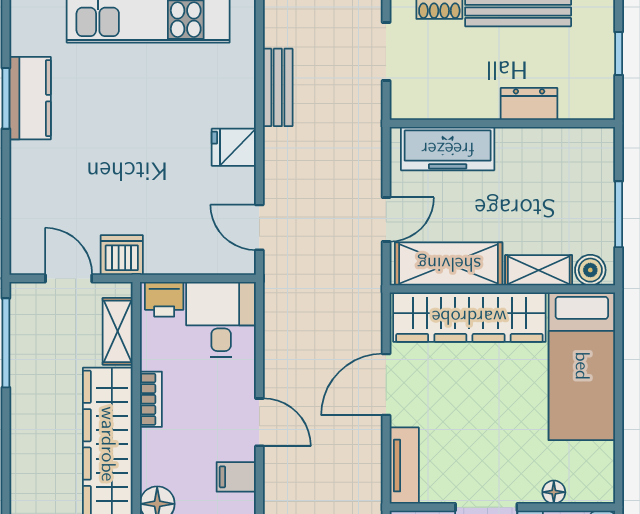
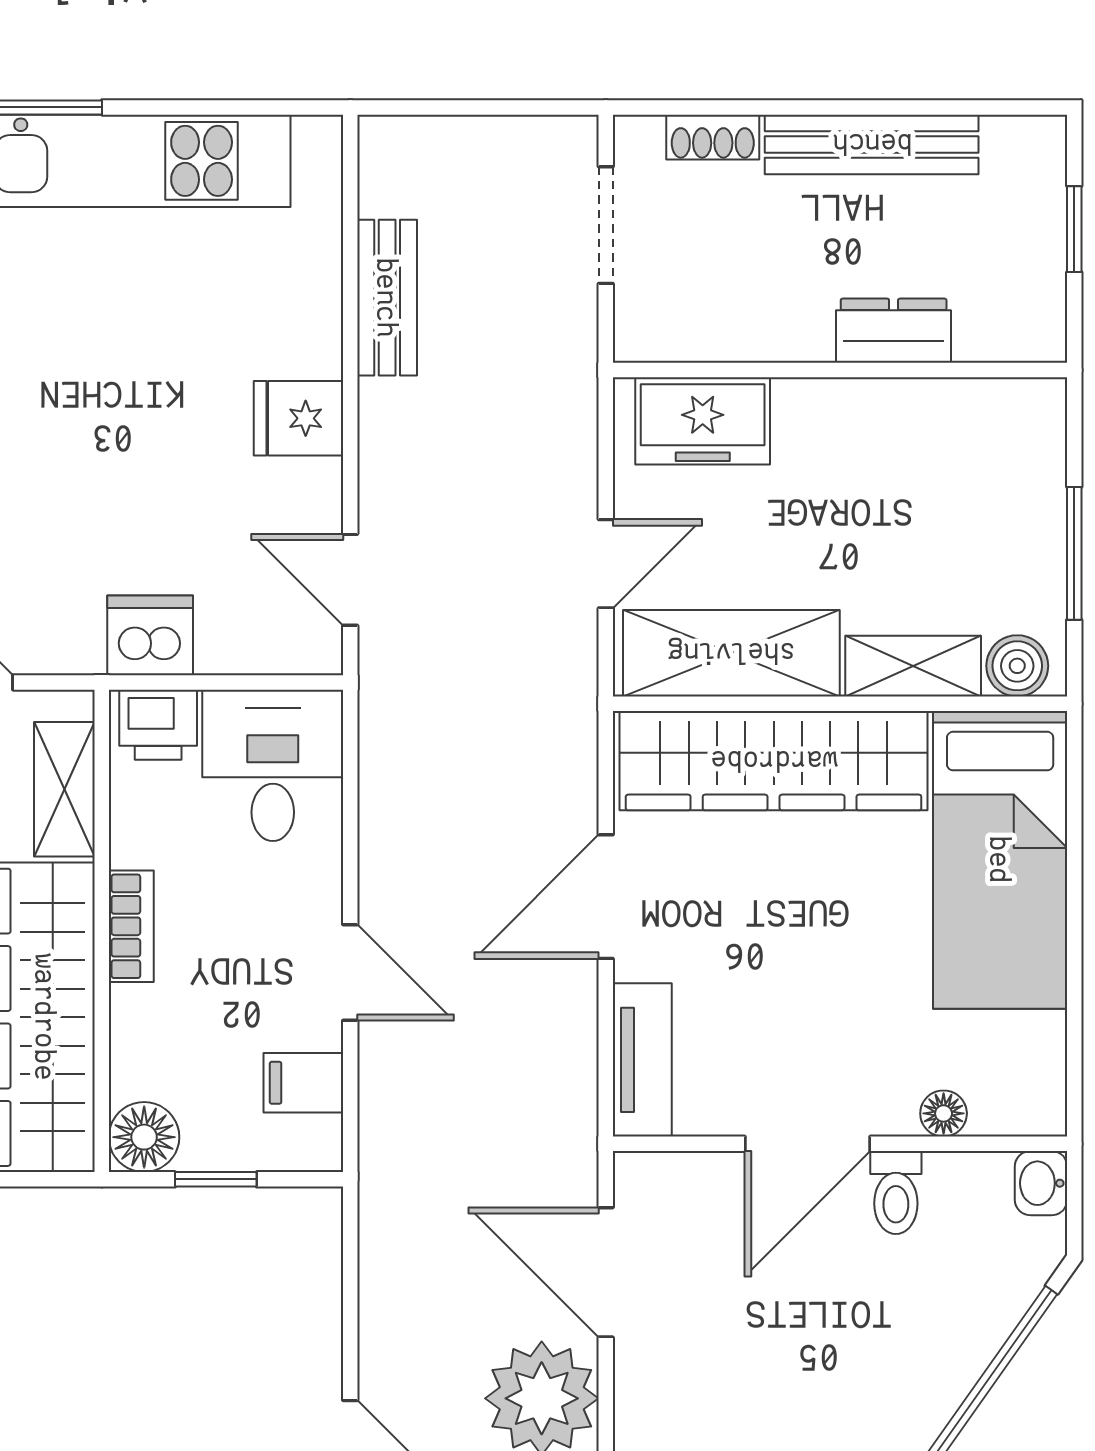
freezer: (448, 149) -> (703, 421), width x0.71
dishwasher: (122, 255) -> (150, 635), moved

